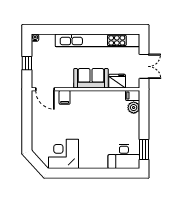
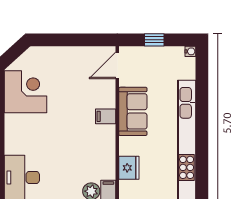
sofa: (91, 78) -> (133, 111), moved
filing cabinet: (65, 97) -> (106, 116), moved

